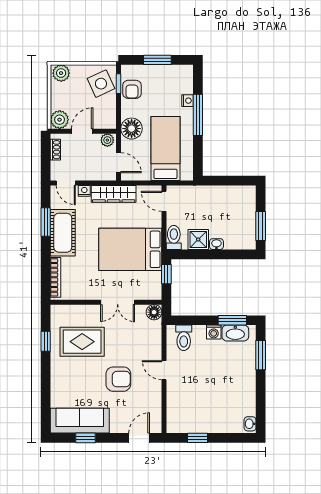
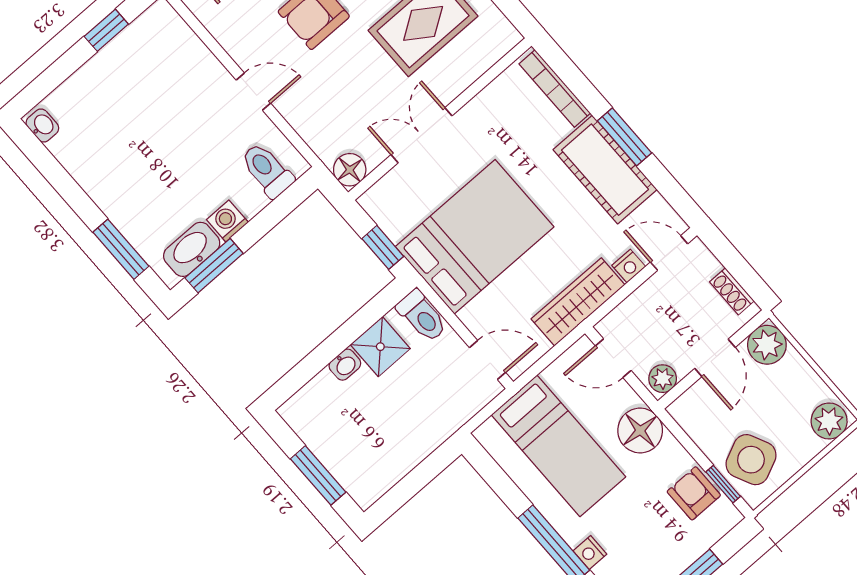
window: (46, 222) -> (624, 137), moved
window: (261, 226) -> (318, 475), moved

